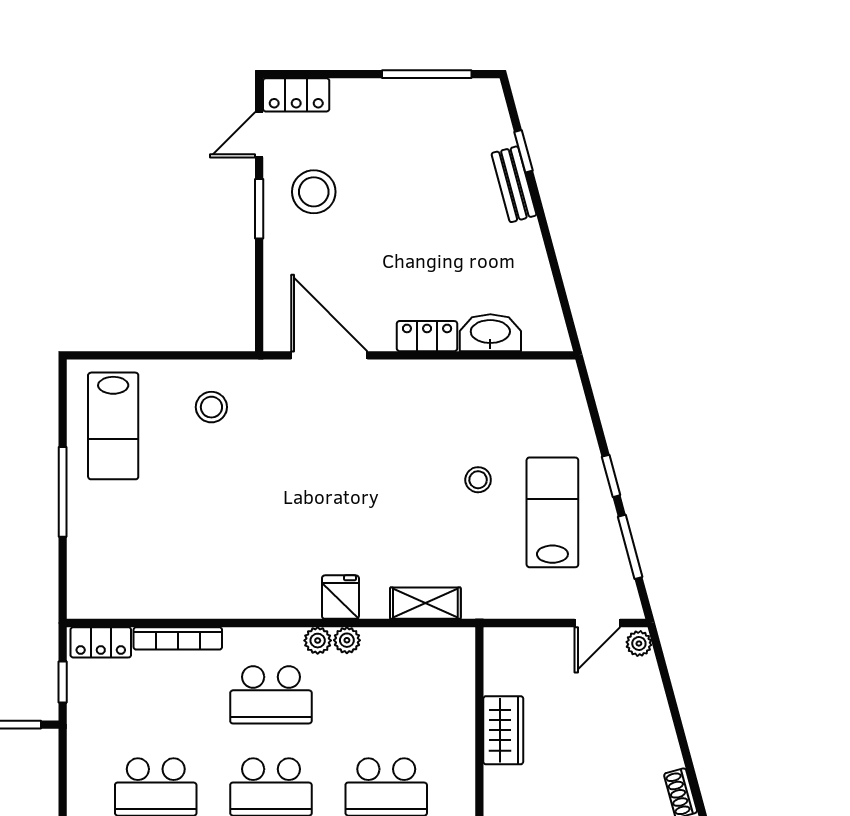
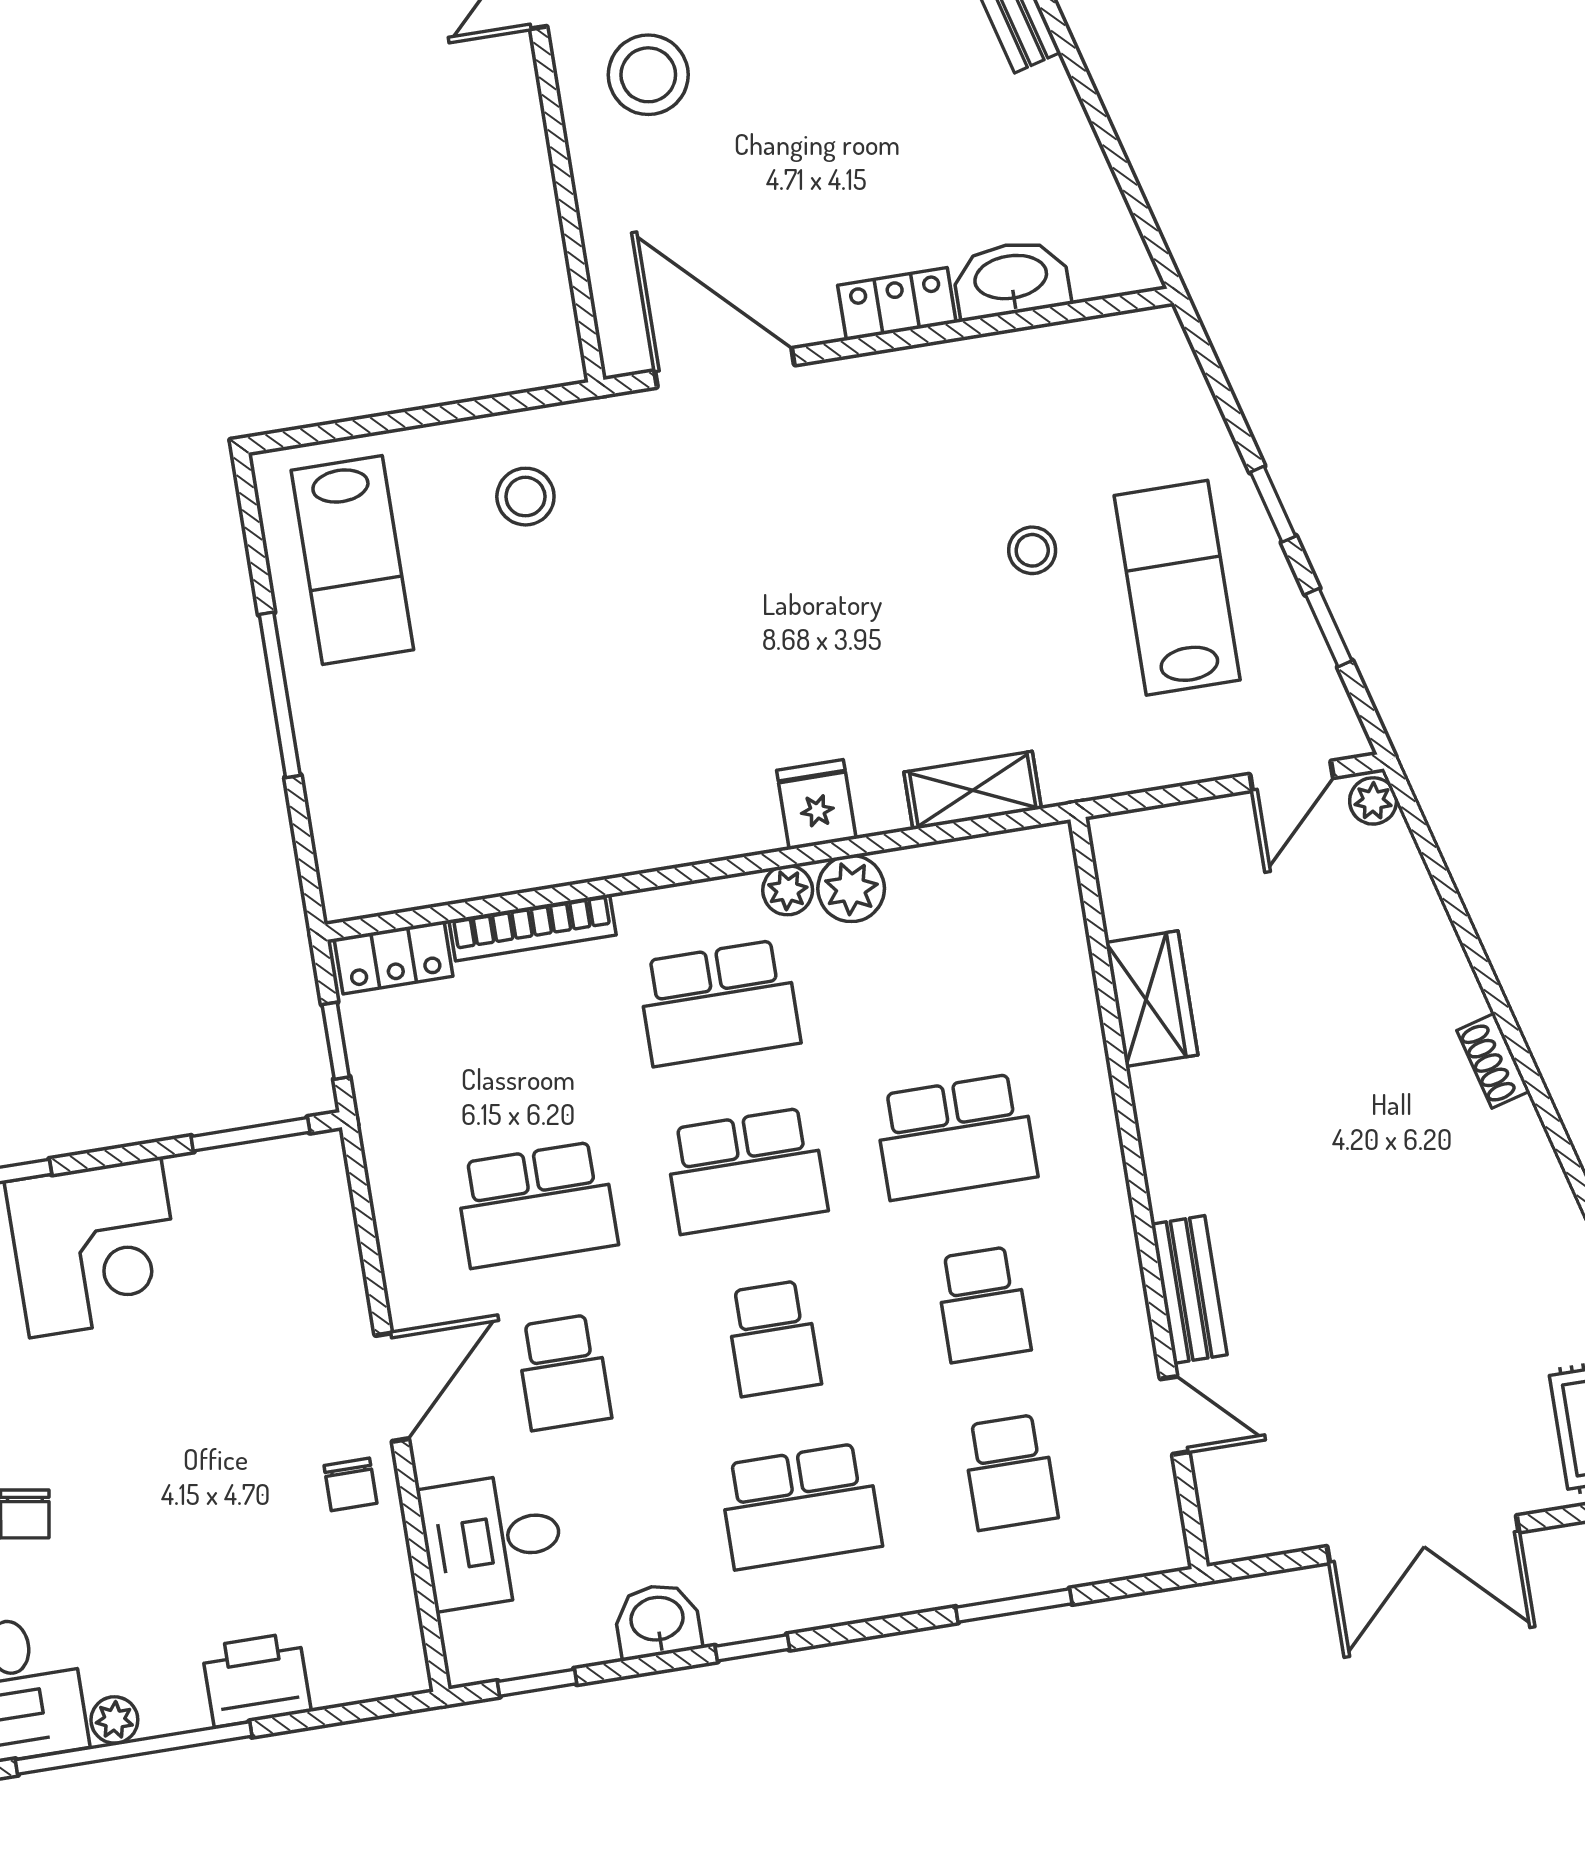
window: (259, 209) -> (554, 122), removed
window: (630, 547) -> (1329, 628), width x0.67
plant: (347, 640) -> (851, 888), width x1.38, depth x1.38

